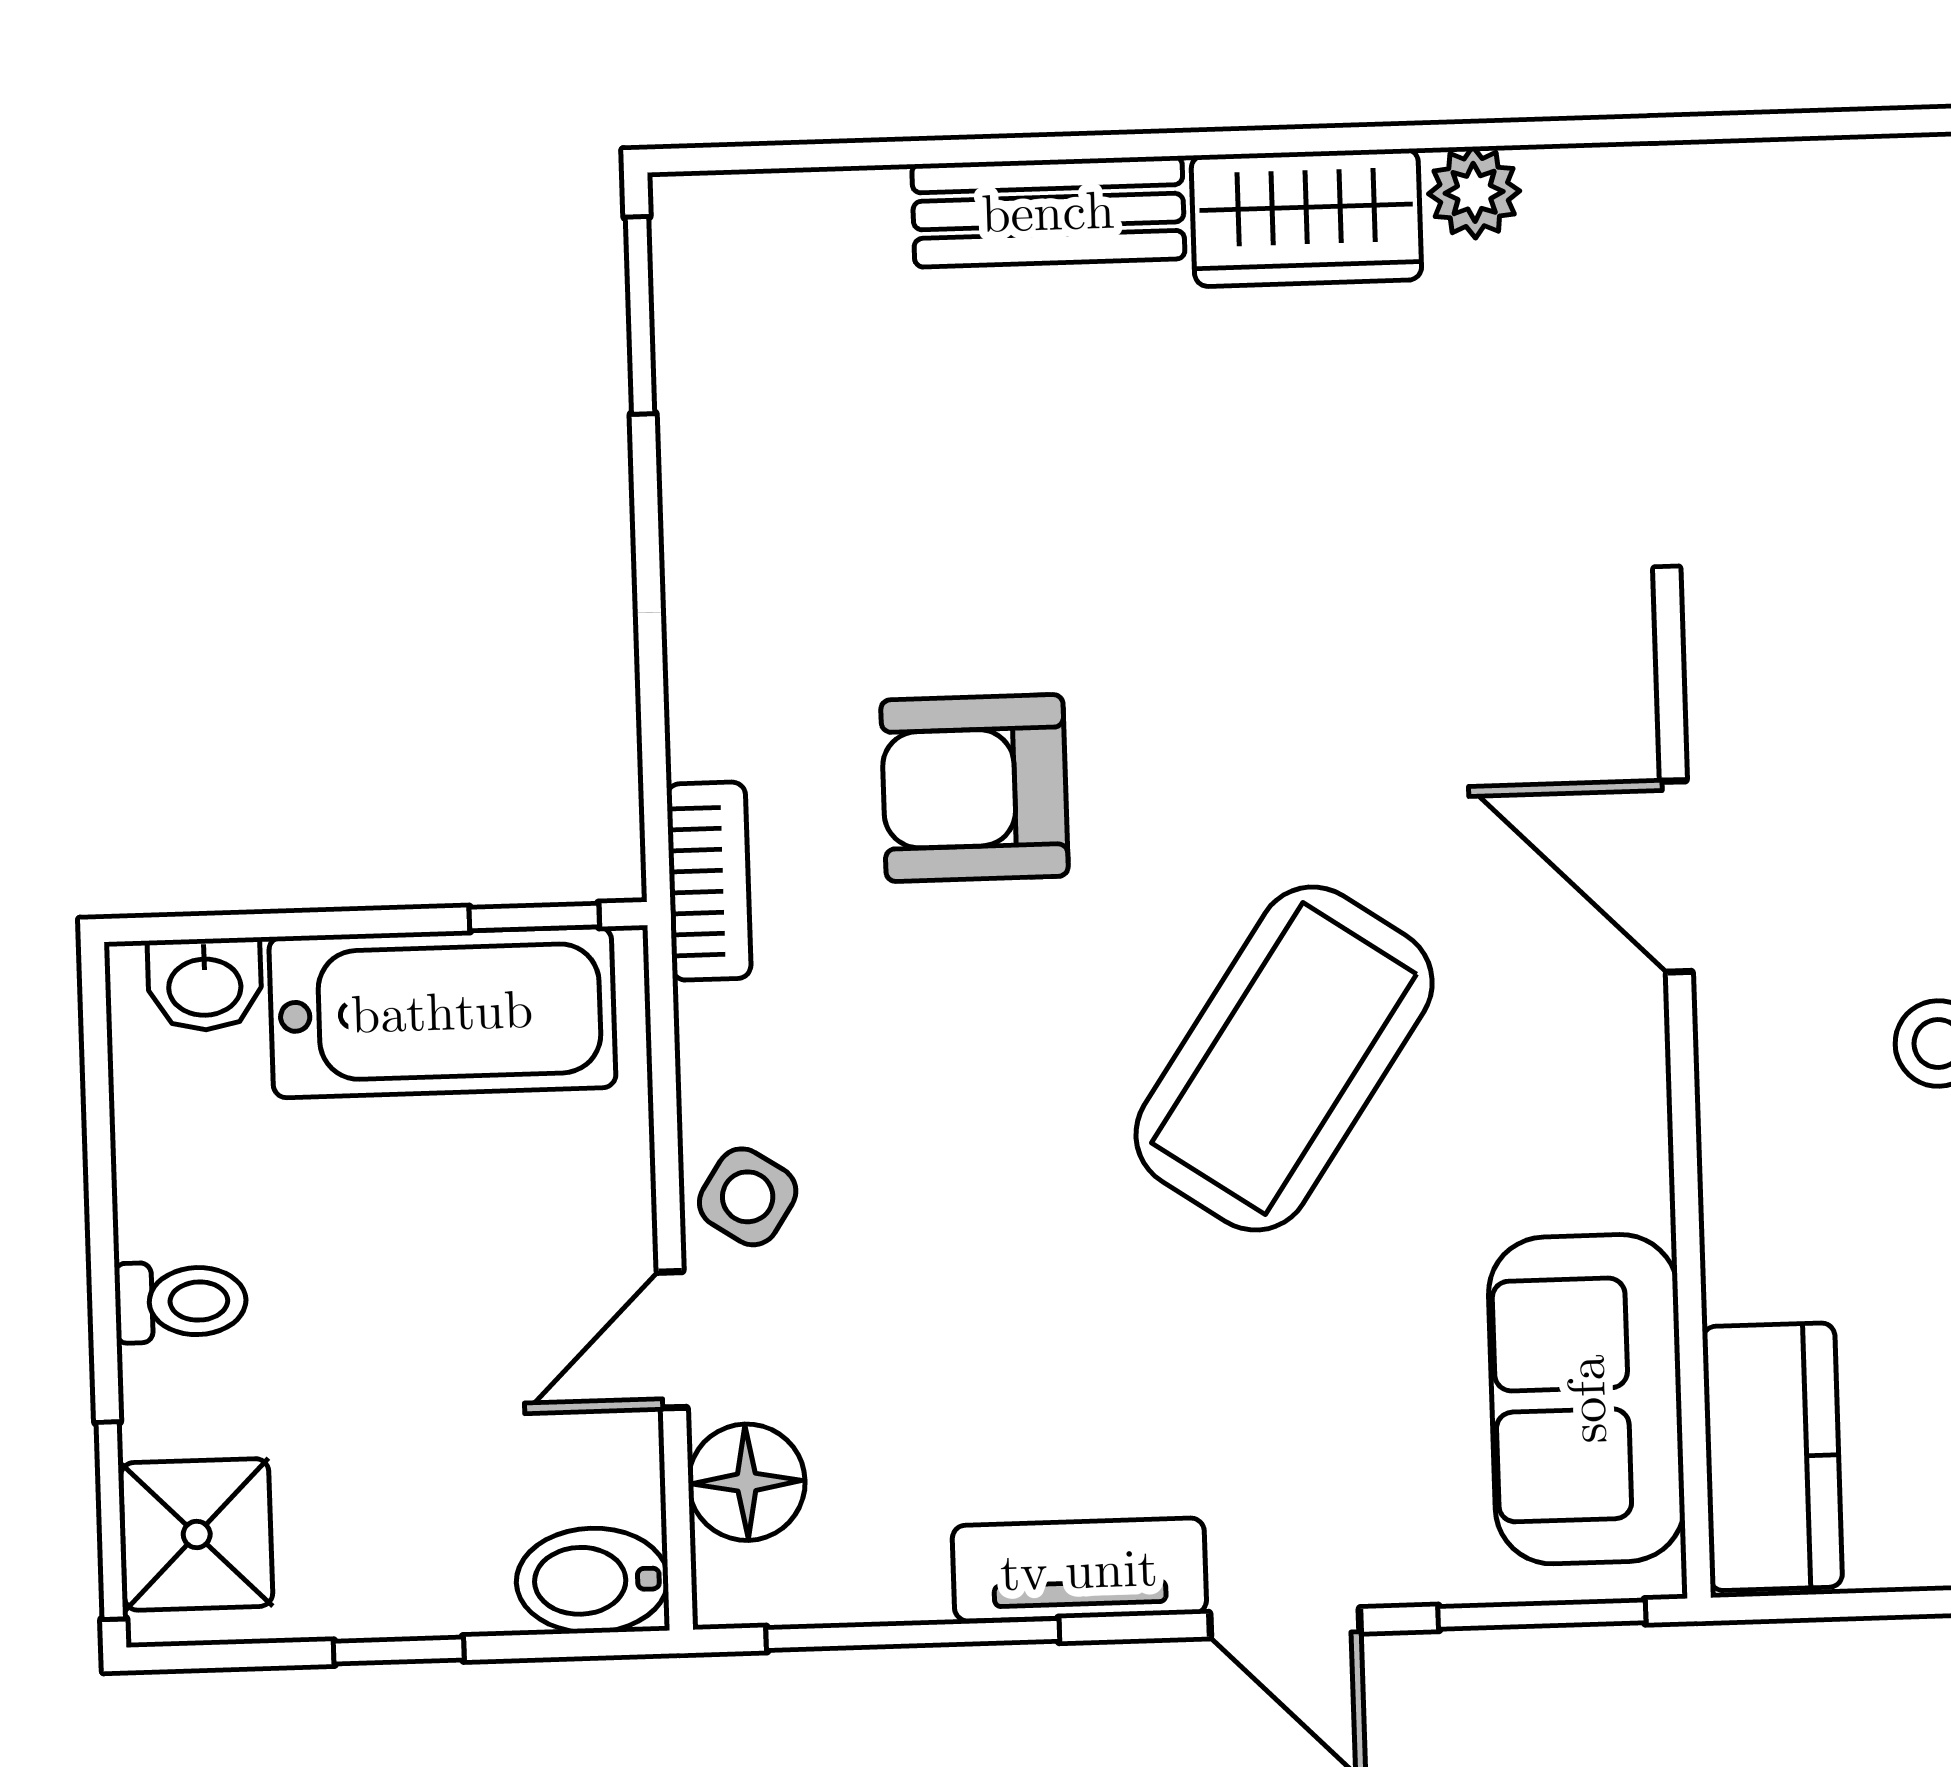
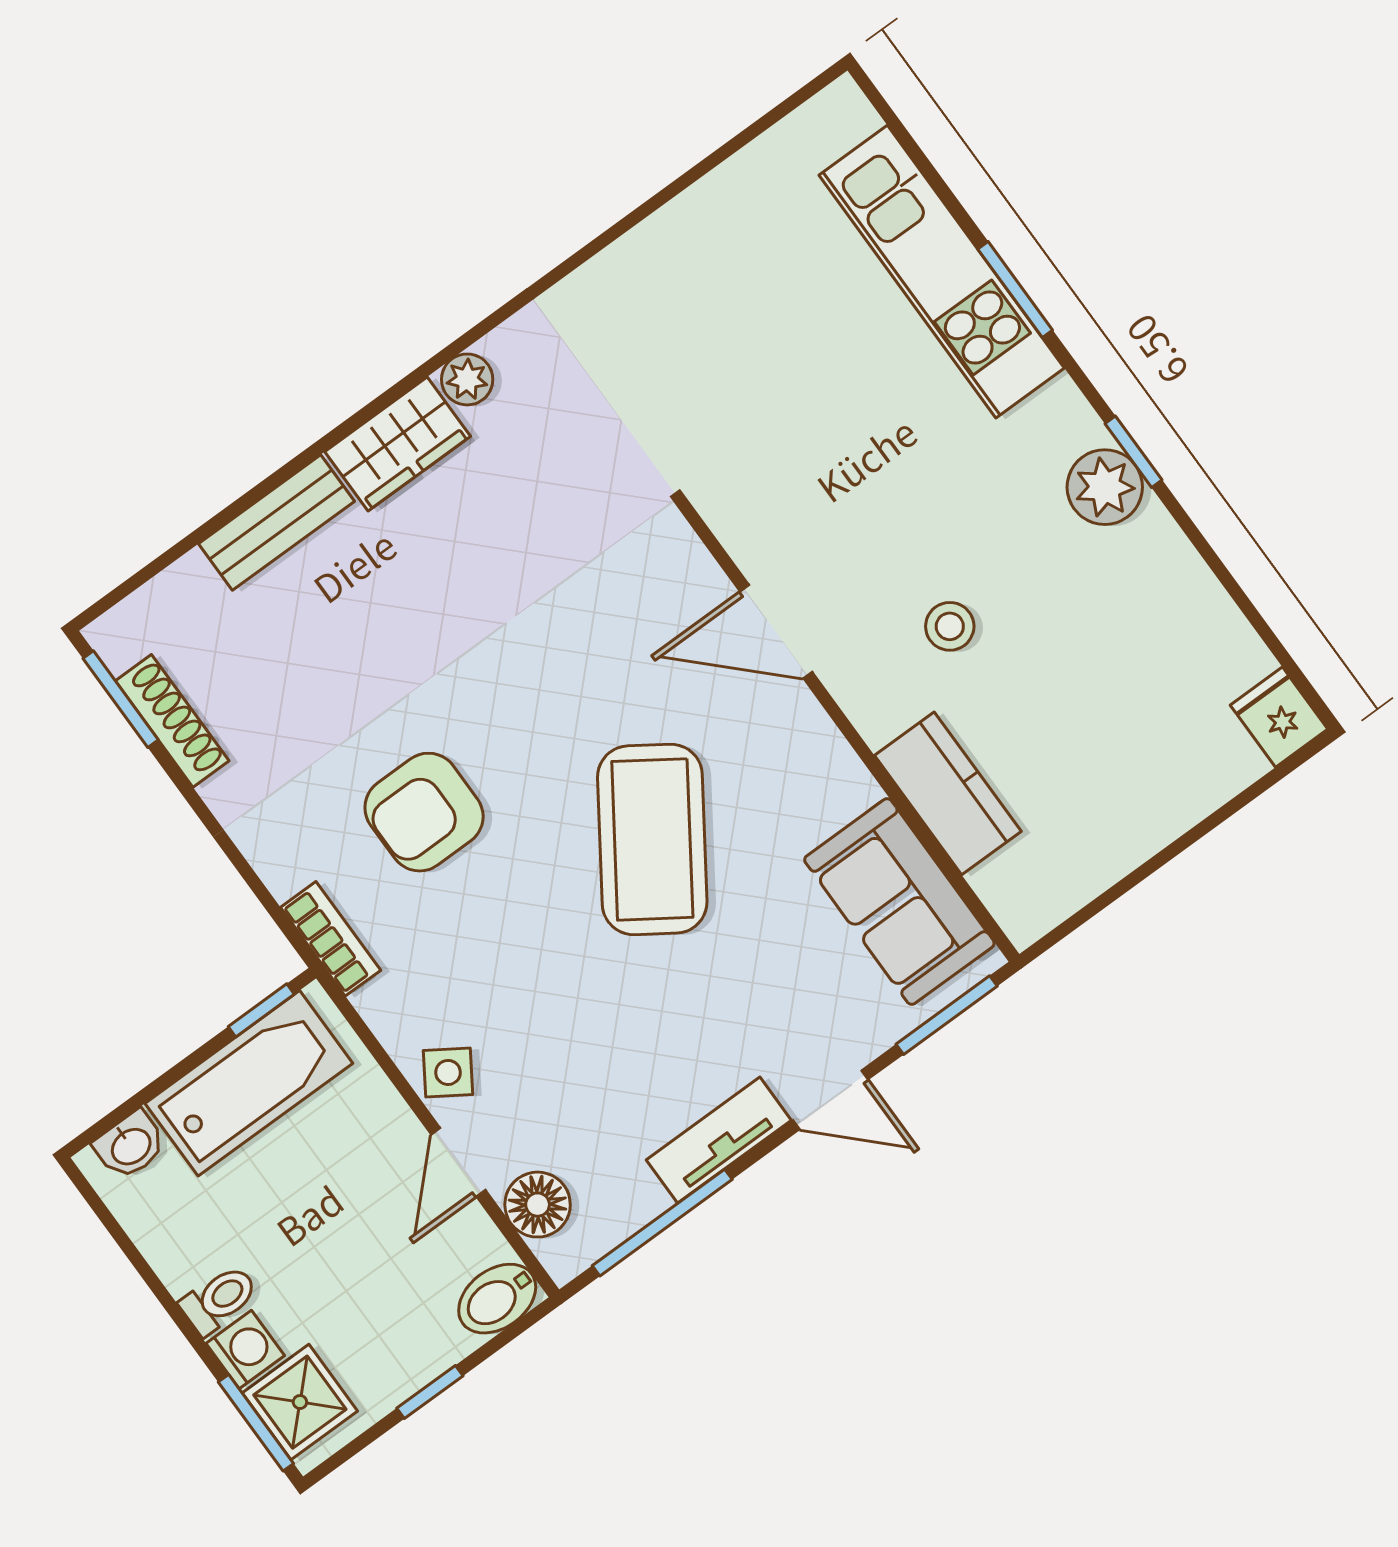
shoe rack: (694, 400) -> (172, 721), added
washing machine: (169, 1402) -> (245, 1349), added
kitchen counter: (1772, 1457) -> (948, 793), moved

